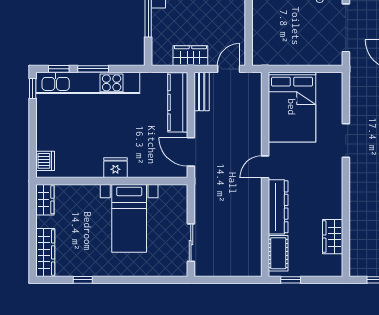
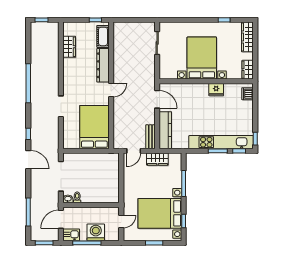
fridge: (115, 168) -> (216, 90), moved
bed with nightstands: (129, 218) -> (202, 58), width x1.36

